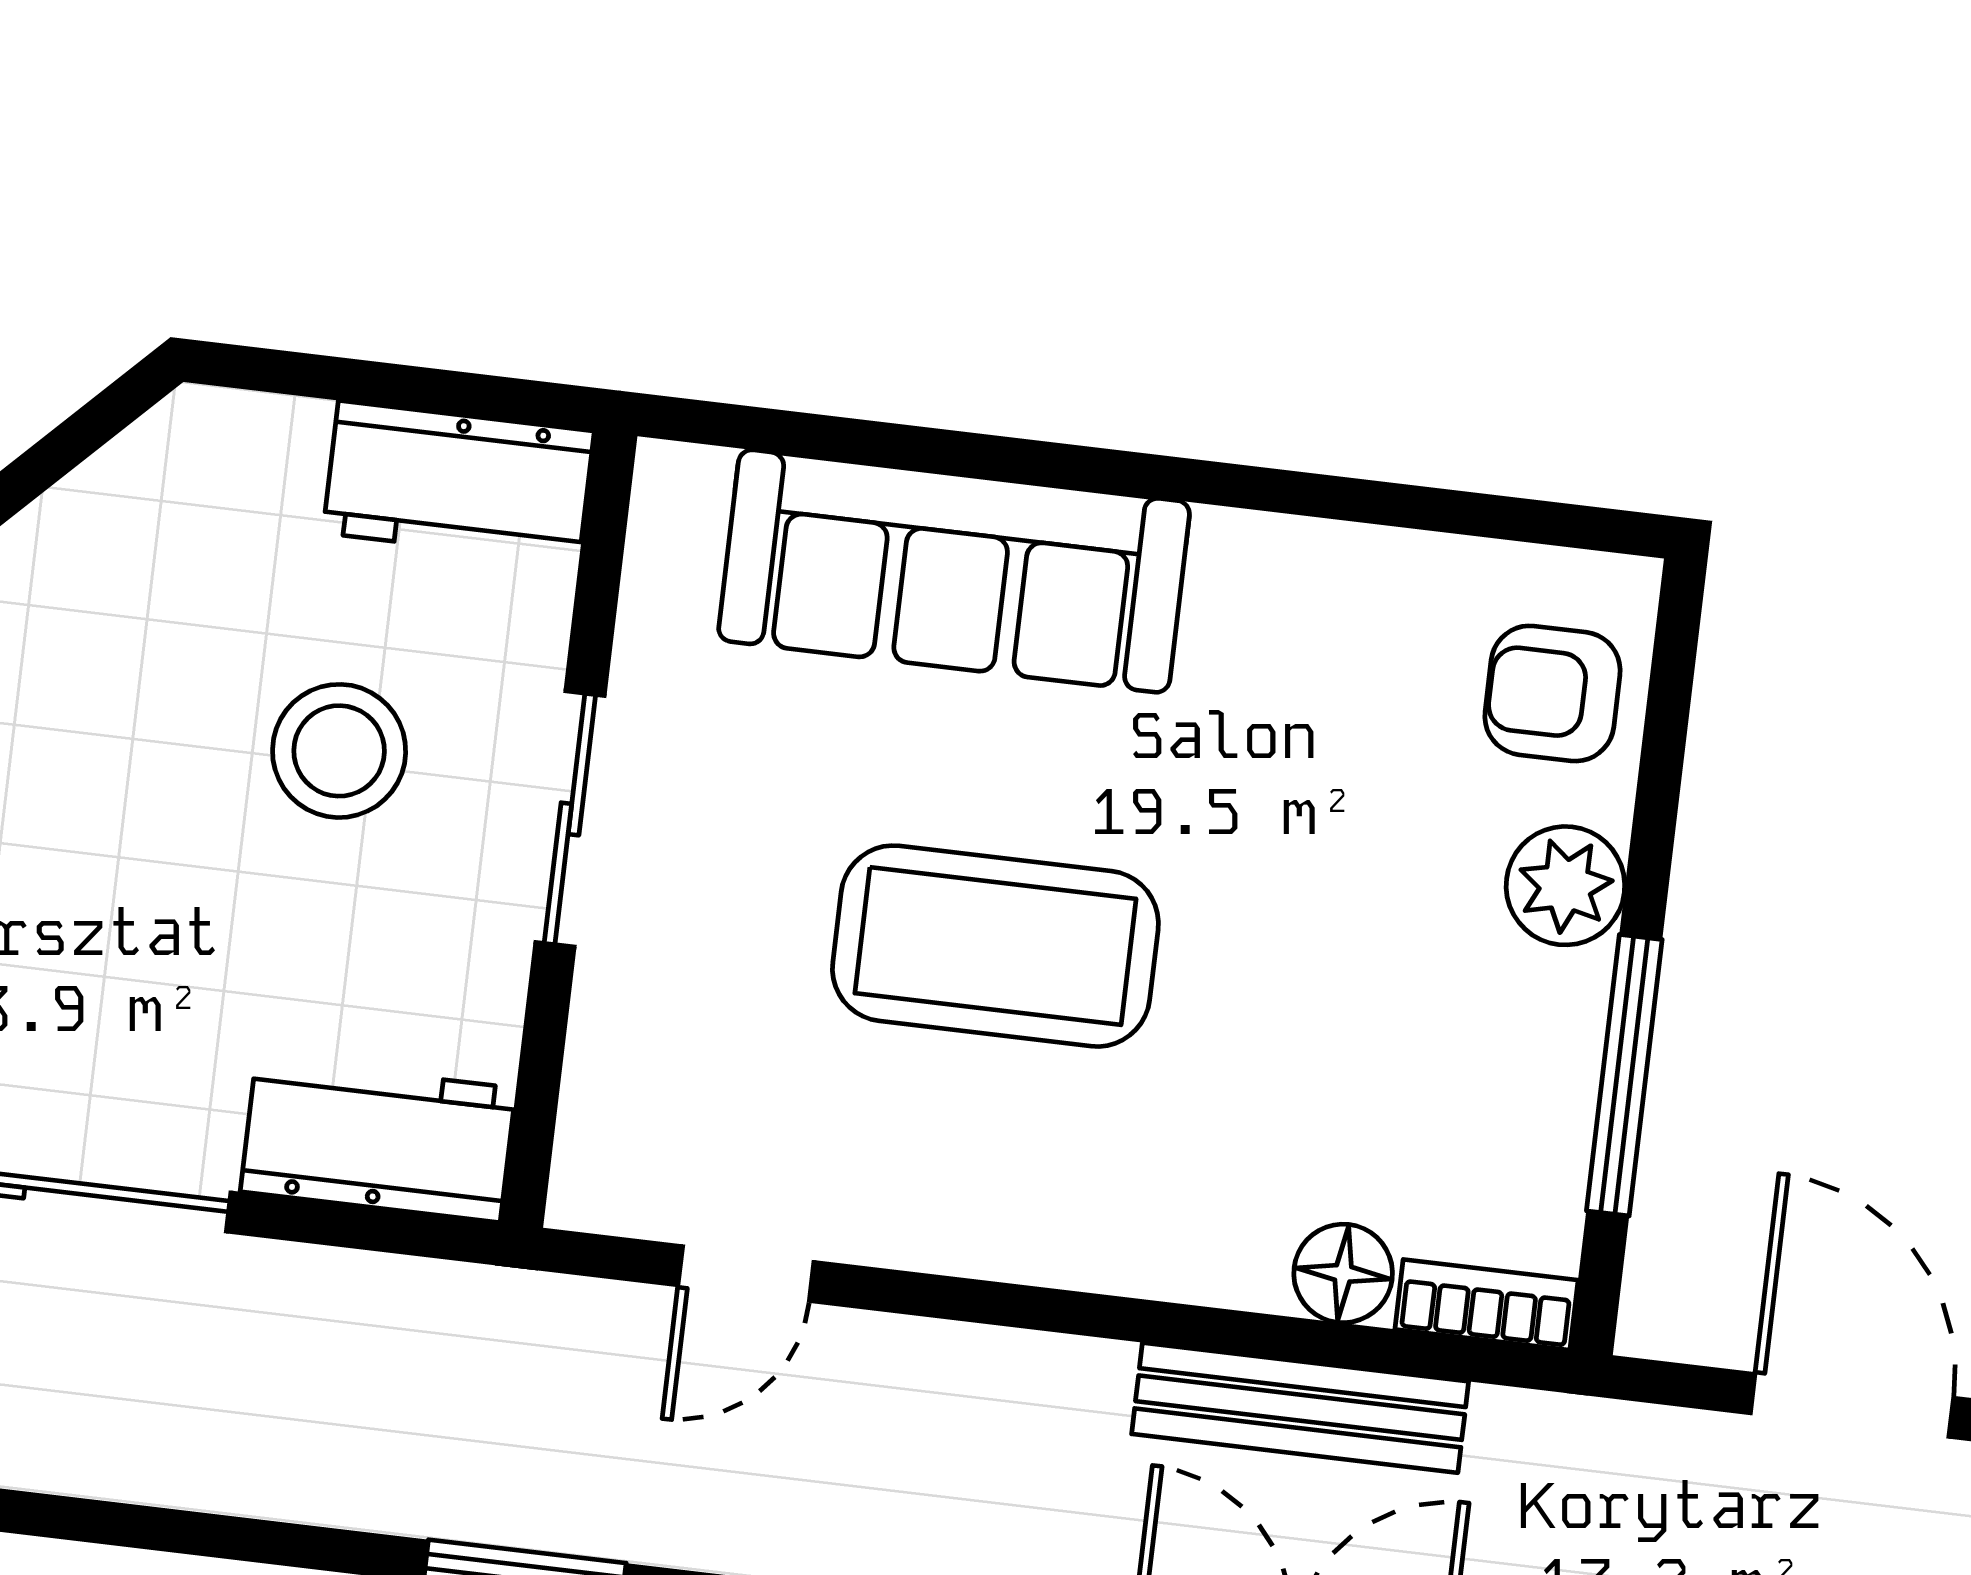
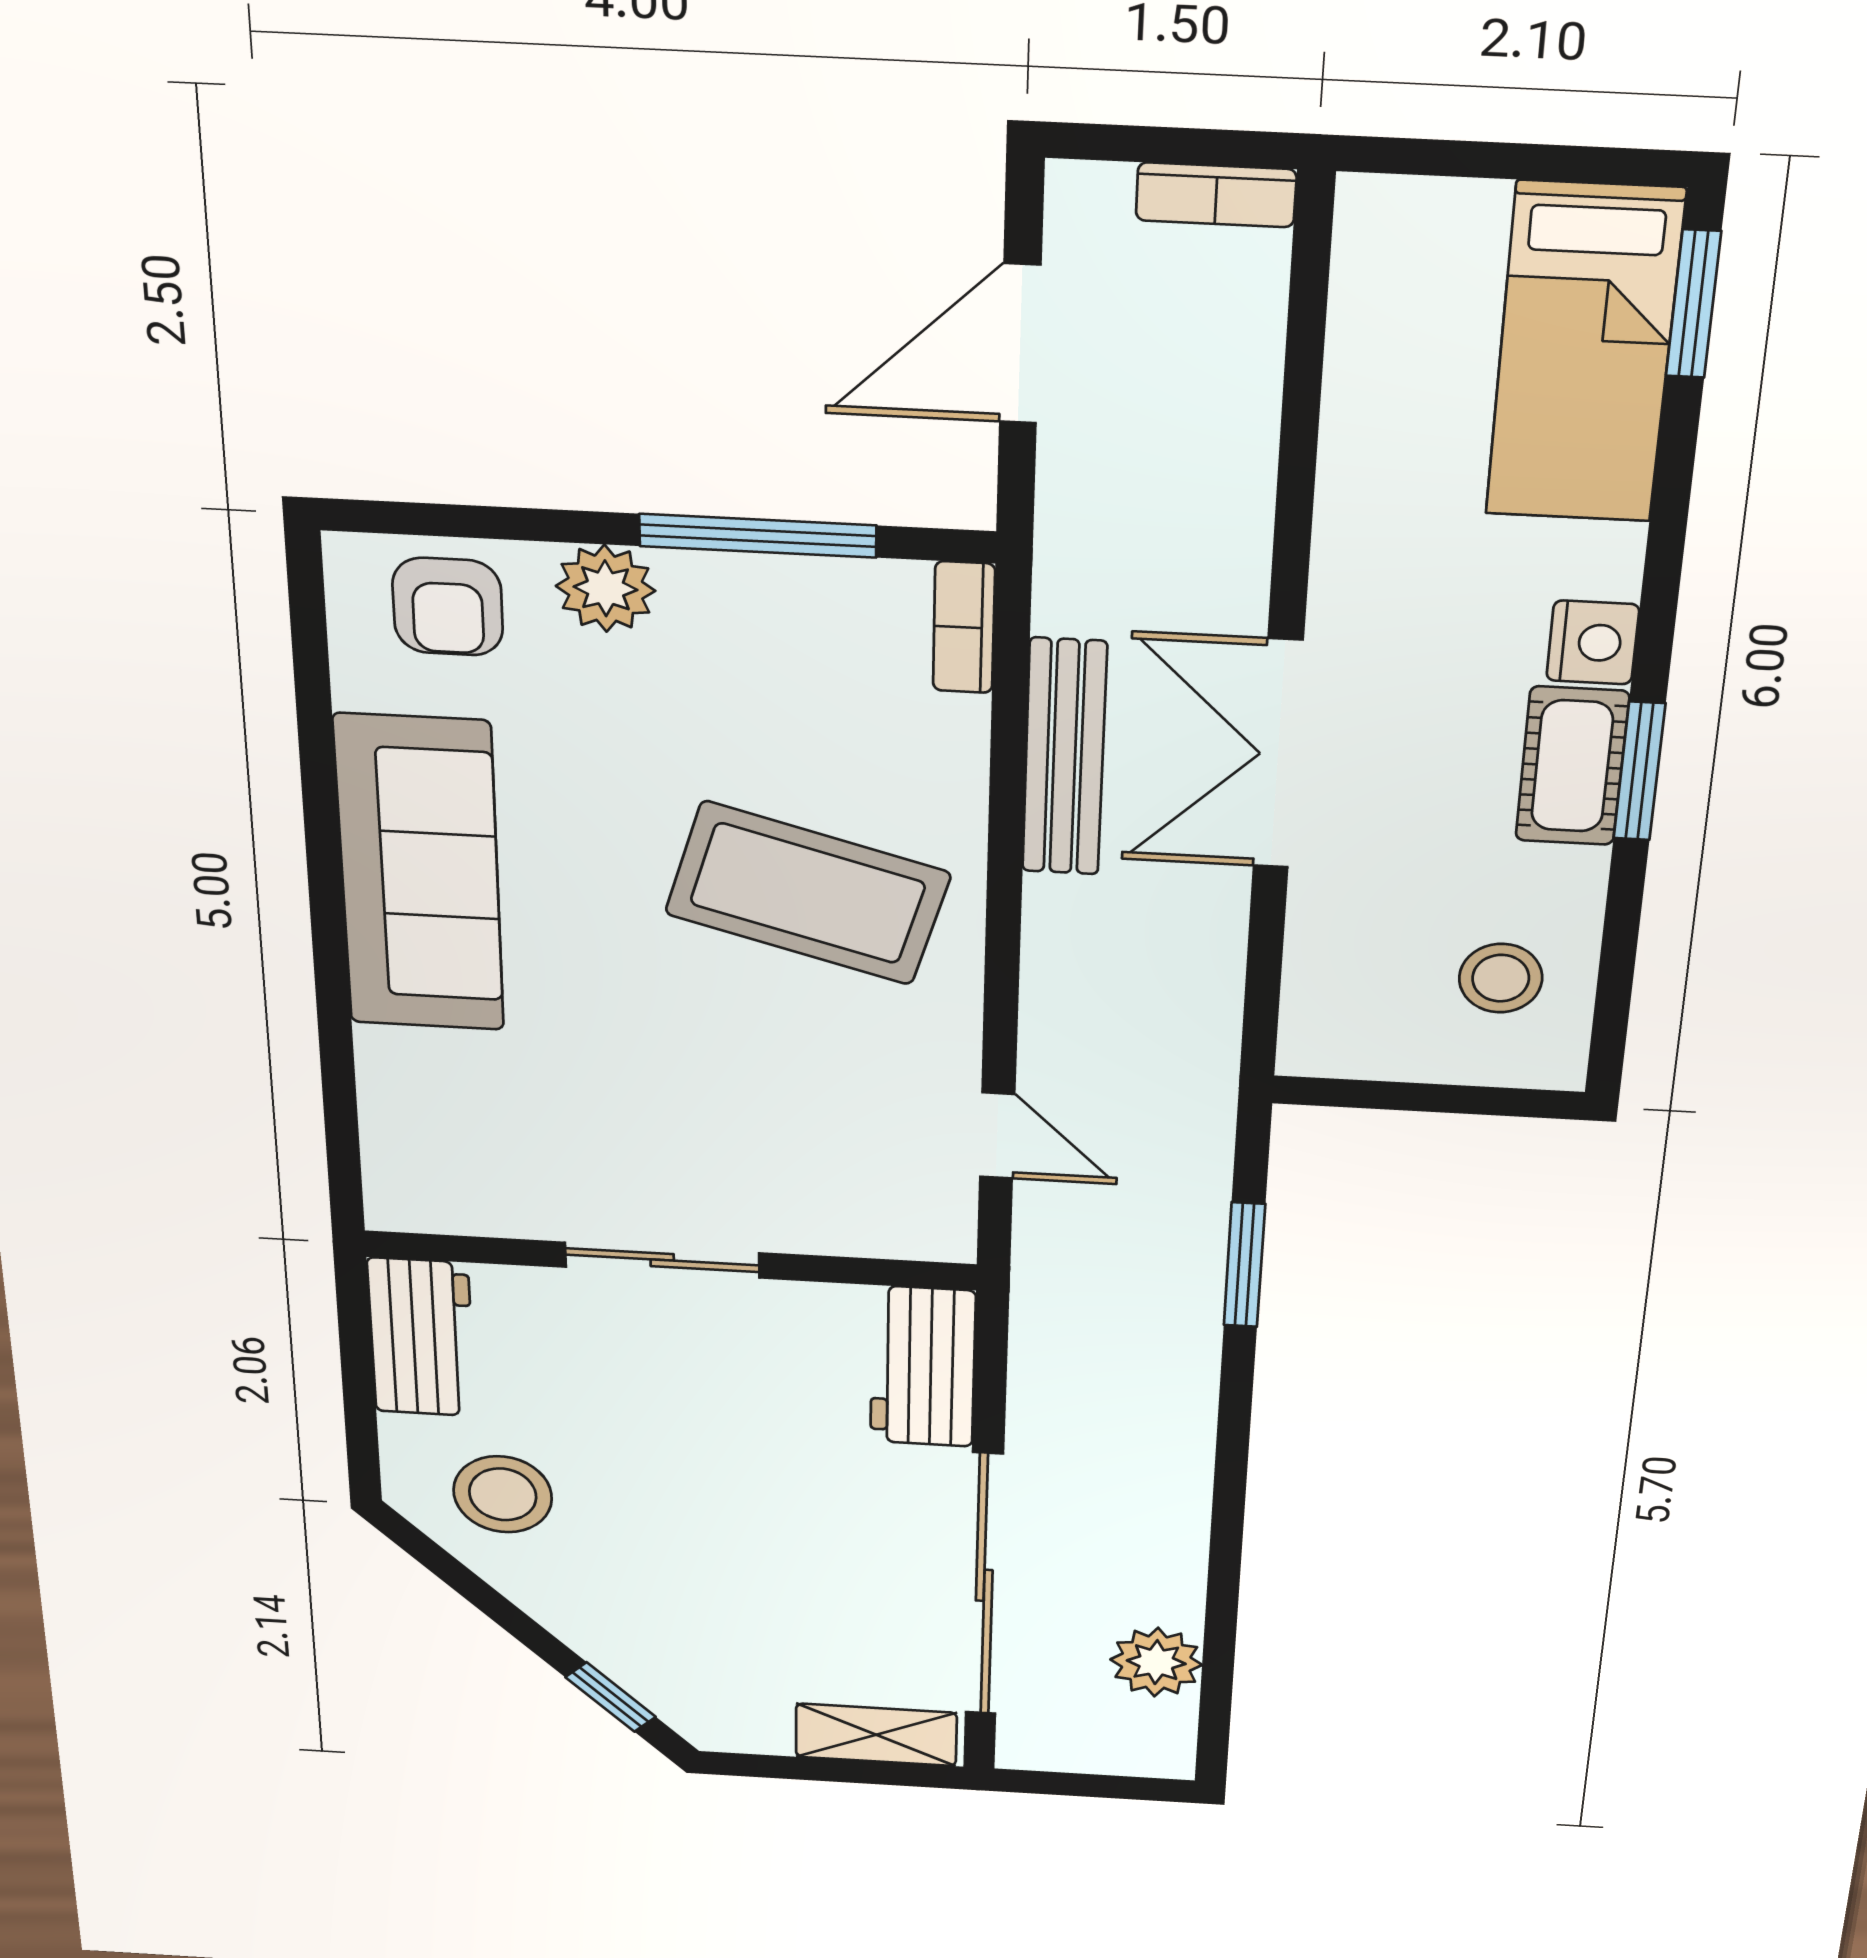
sofa: (954, 571) -> (420, 874), moved
stool: (339, 751) -> (503, 1494), moved
coffee table: (995, 946) -> (808, 893), moved, turned -74
floor lamp: (1343, 1273) -> (950, 732), removed

